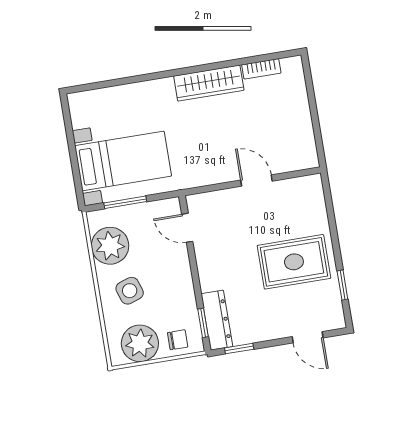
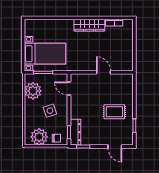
rug: (294, 262) -> (114, 112), width x0.73, depth x0.70
side table: (130, 291) -> (50, 111), moved

